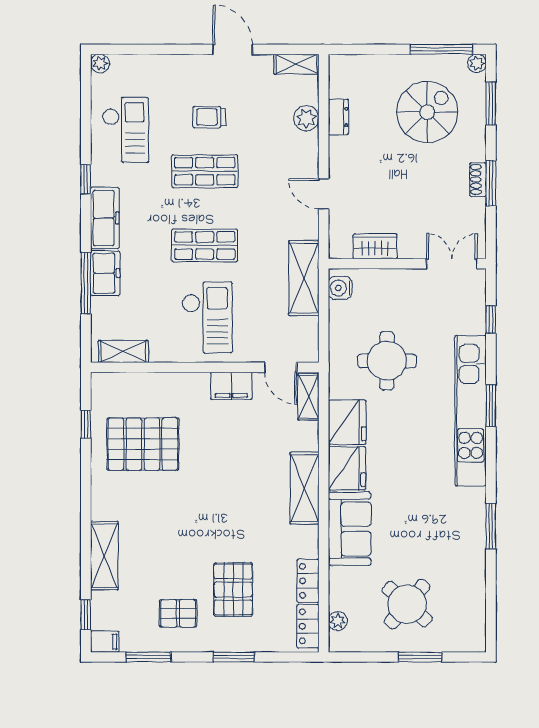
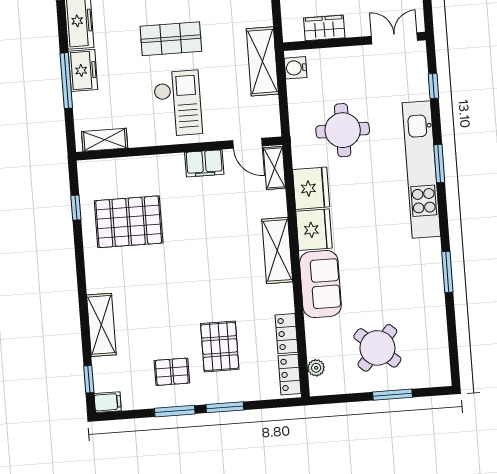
window: (148, 657) -> (175, 411), moved

